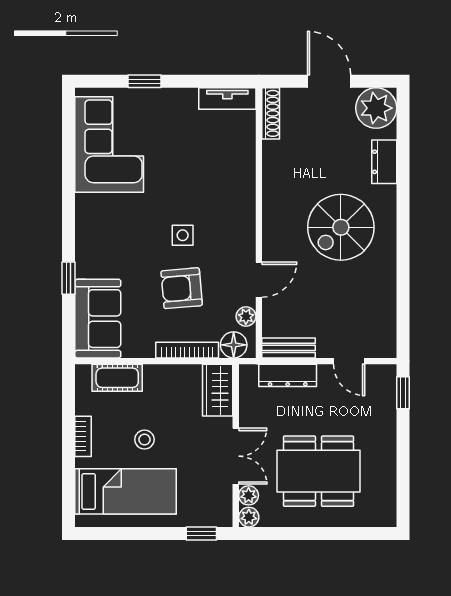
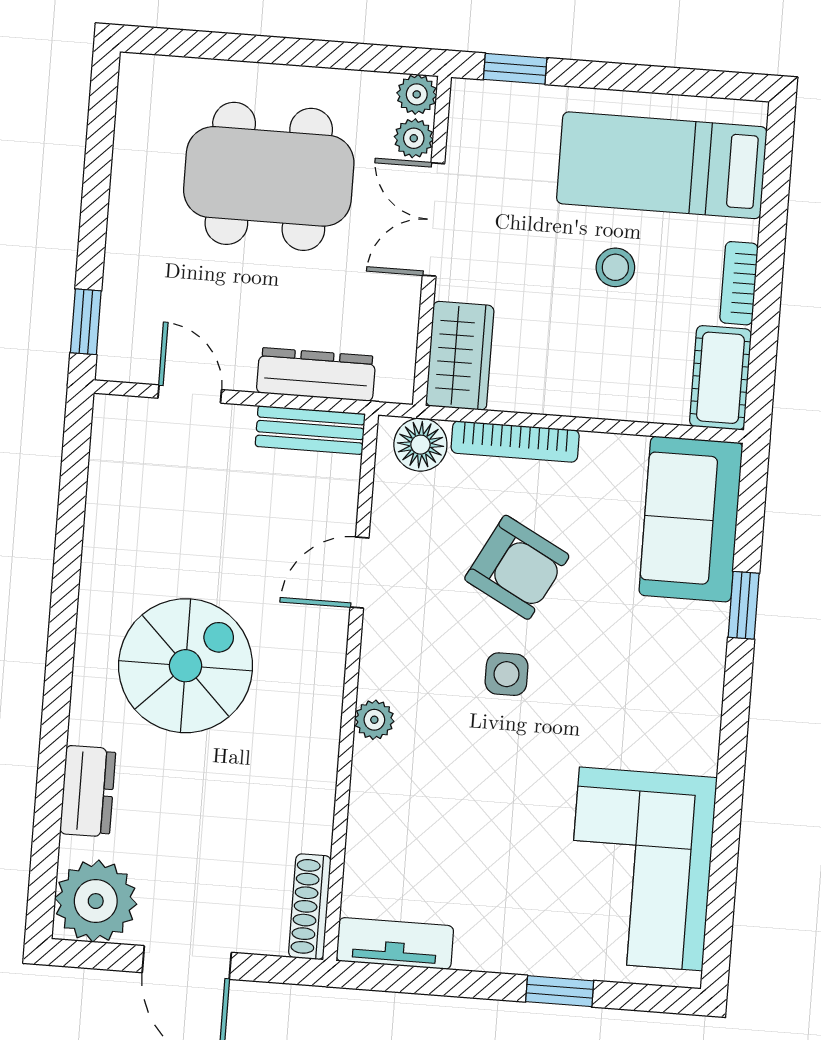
armchair: (182, 288) -> (517, 567), turned 33
plant: (246, 316) -> (374, 720), moved
cot: (117, 378) -> (721, 378), moved, turned 90

